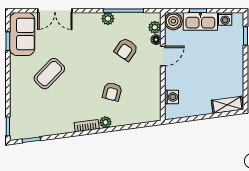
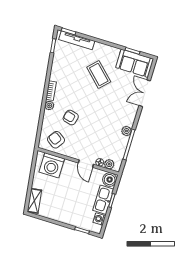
armchair: (126, 49) -> (56, 140), moved
washing machine: (171, 97) -> (52, 165), width x1.89, depth x1.89
tv unit: (16, 113) -> (77, 40), added

